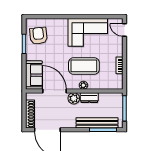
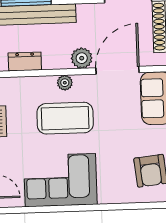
door: (54, 91) -> (118, 70), swing flipped
dresser: (89, 98) -> (25, 61), moved

